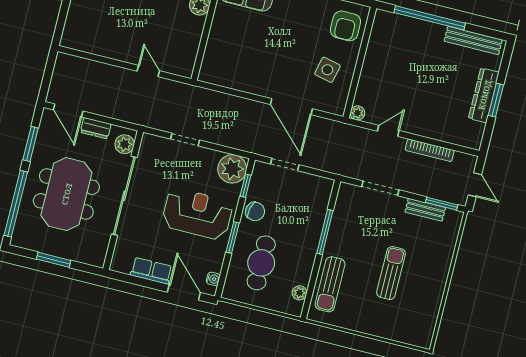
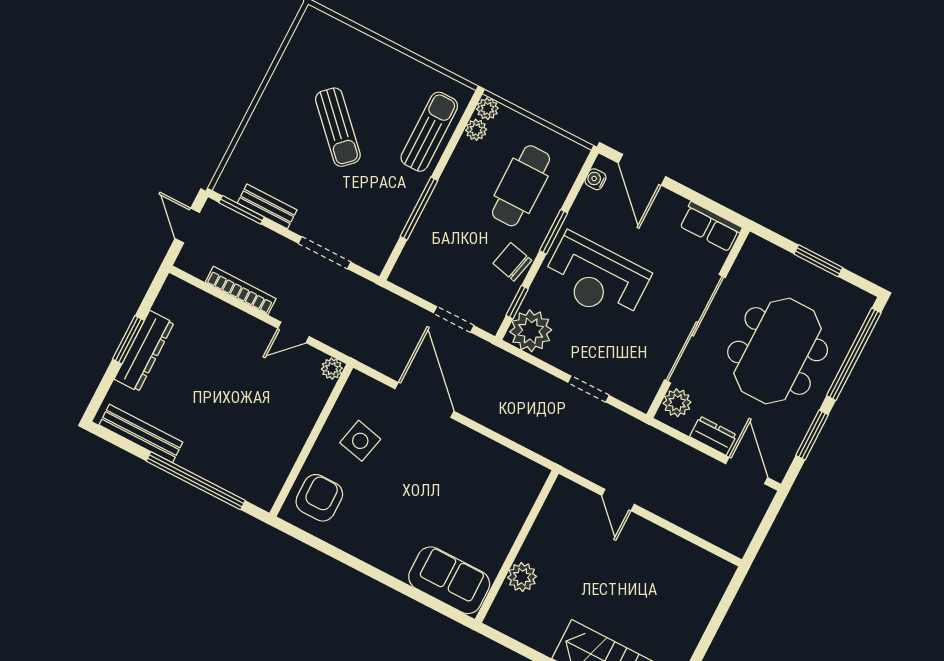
row of seats: (151, 271) -> (710, 227), moved
sun lounger: (391, 273) -> (338, 127), turned -44
plant: (295, 308) -> (487, 109), added

